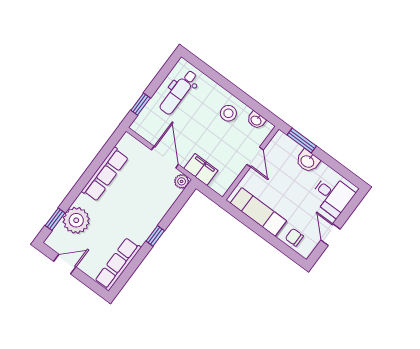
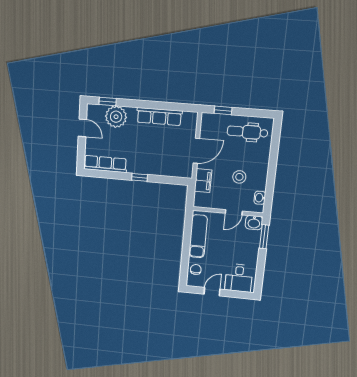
stool: (228, 113) -> (239, 177), moved
washbasin: (308, 161) -> (254, 223), moved, turned -90
plant: (182, 181) -> (187, 172), removed

